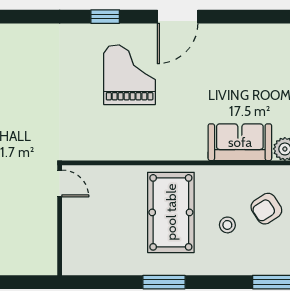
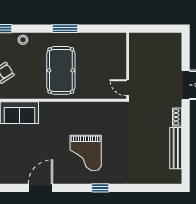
door: (178, 17) -> (40, 188), moved
stool: (227, 225) -> (23, 40), moved

